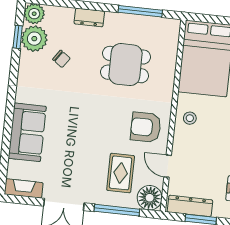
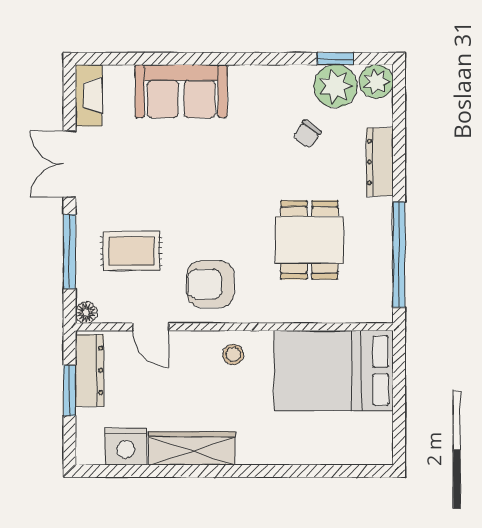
window: (140, 11) -> (399, 254), width x1.46
dresser: (89, 17) -> (380, 162), width x1.44
armchair: (146, 127) -> (210, 284), turned -90
door: (168, 166) -> (151, 327), swing flipped
floor lamp: (150, 198) -> (86, 313), width x0.53, depth x0.53

